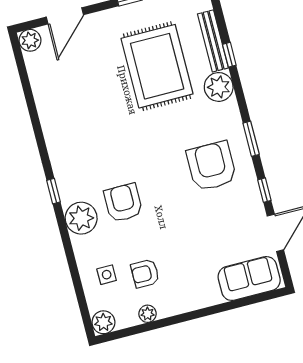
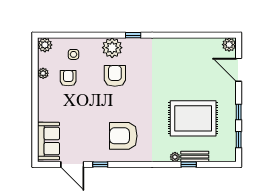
bench: (213, 41) -> (195, 157), width x0.73
plant: (219, 87) -> (175, 157), width x0.53, depth x0.53
window: (251, 139) -> (134, 164), removed
armchair: (212, 166) -> (123, 136), turned 180
armchair: (123, 203) -> (115, 76), turned -90

